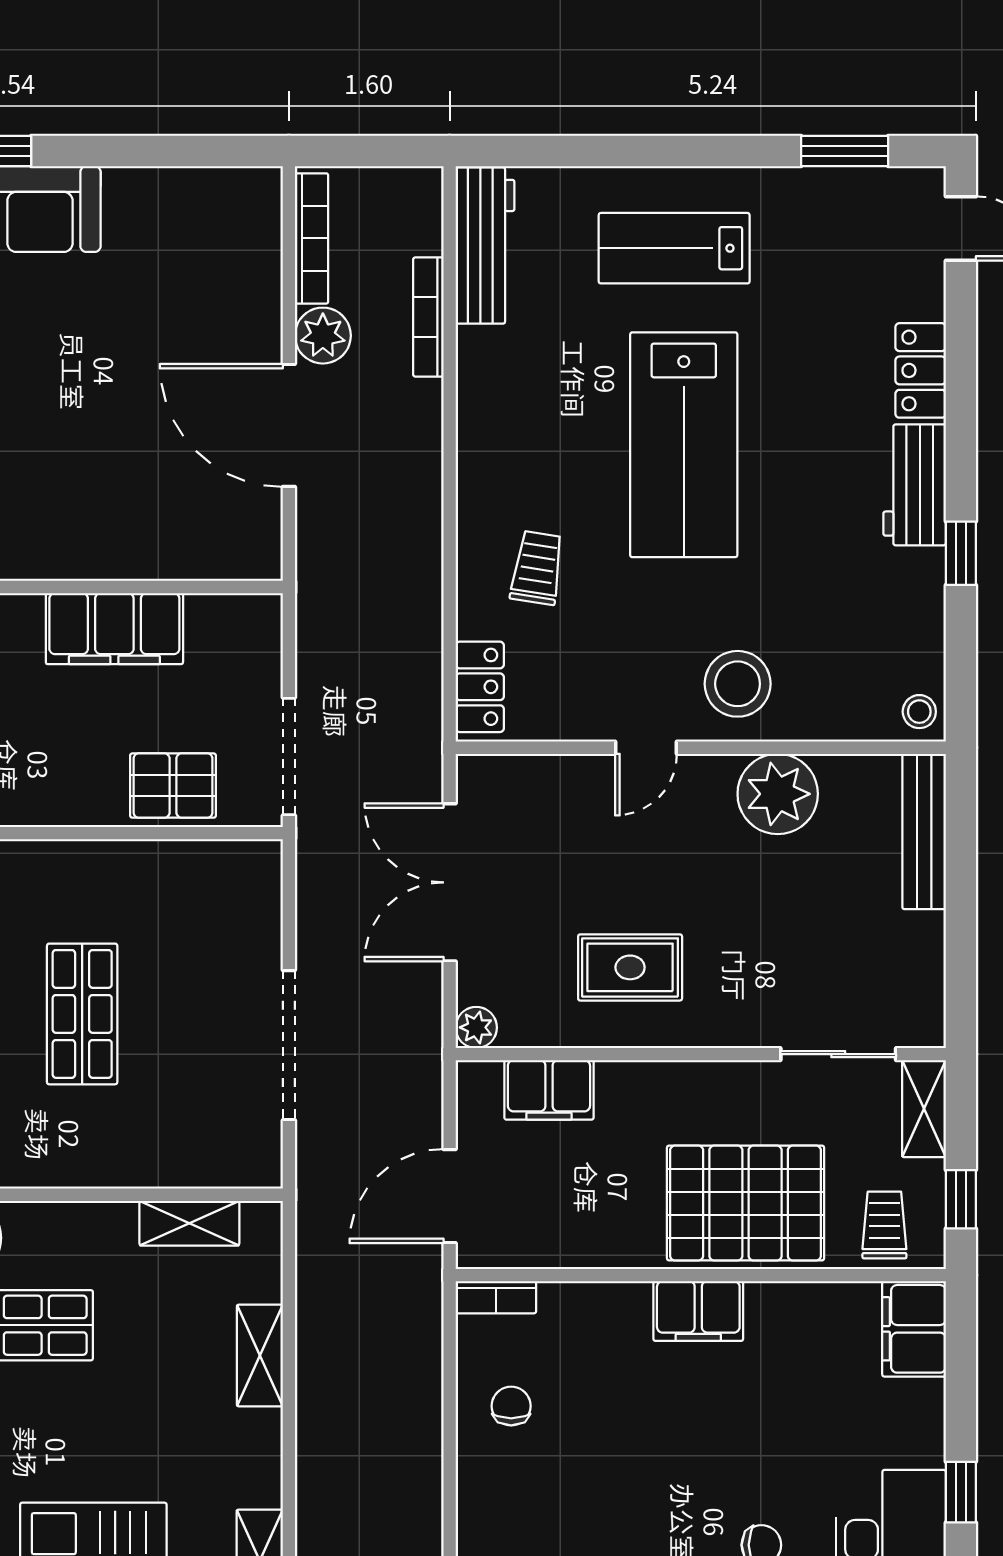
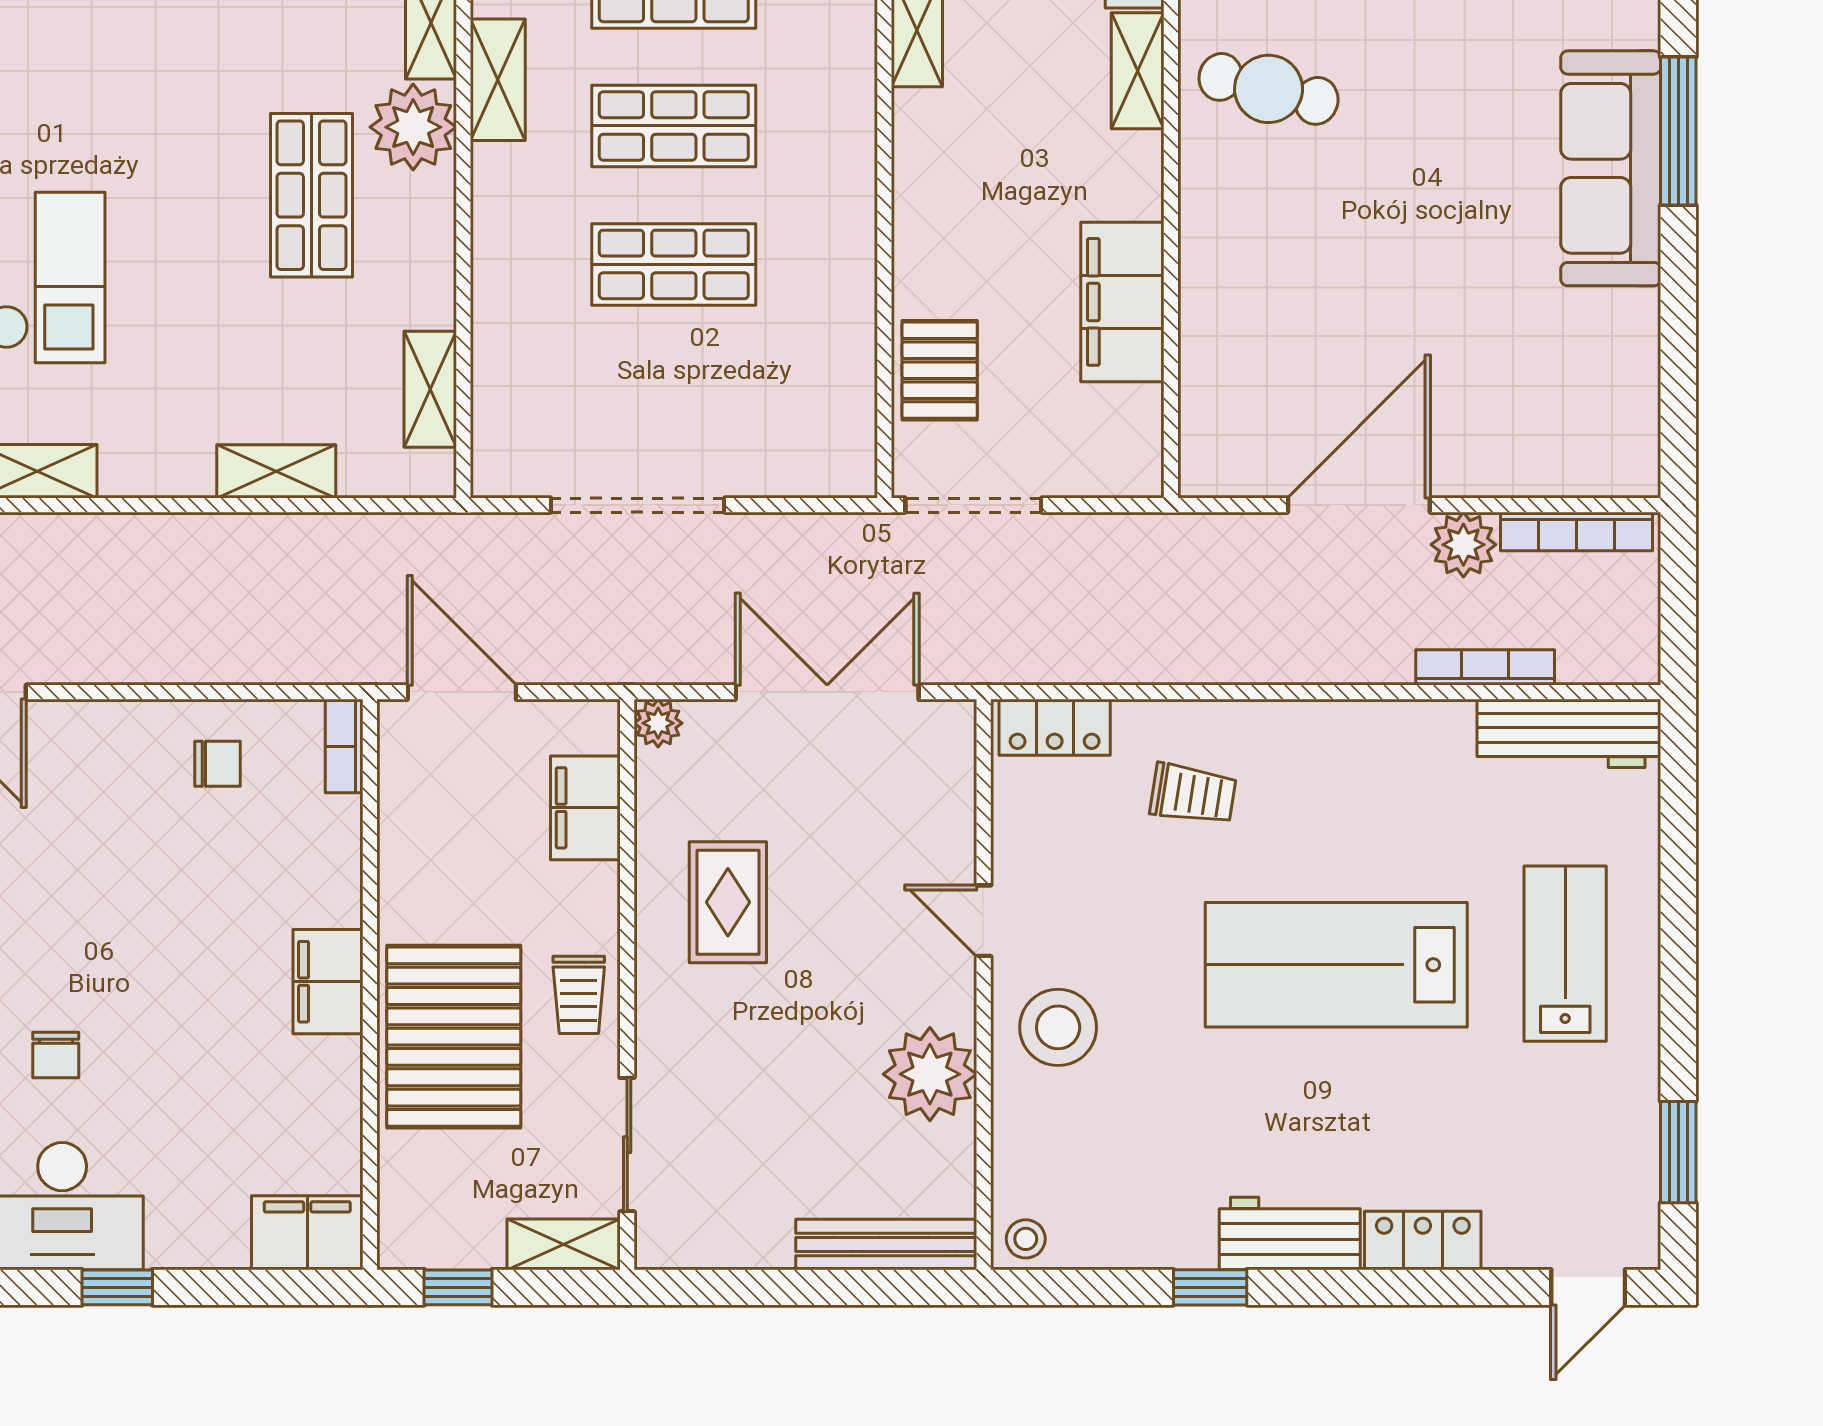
trolley: (884, 1225) -> (579, 995), moved, turned 90

